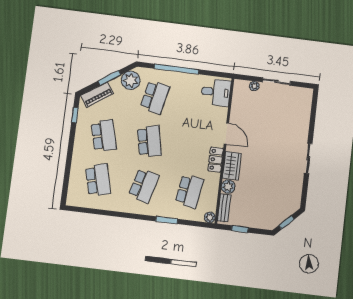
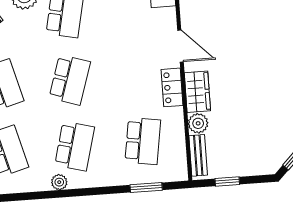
school desk: (149, 141) -> (70, 80), turned 30
plant: (210, 217) -> (59, 182), moved
window: (167, 220) -> (146, 187), moved

